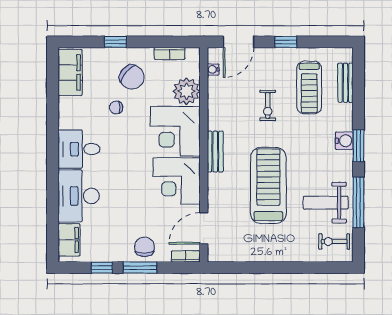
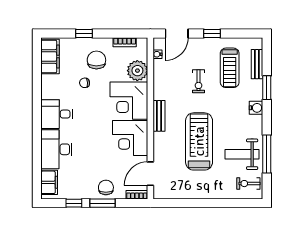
chair: (132, 77) -> (96, 60), turned -131
window: (358, 146) -> (267, 88), moved

